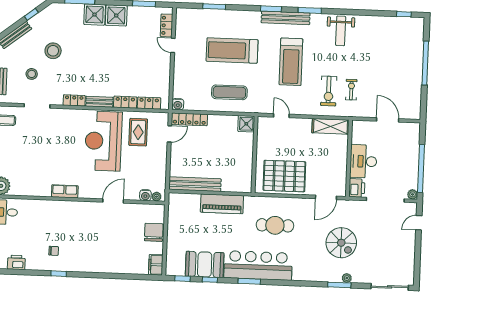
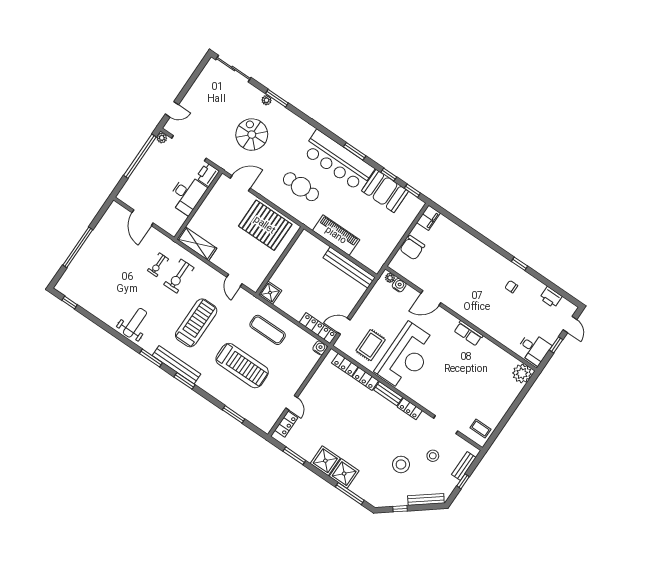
exercise bike: (329, 91) -> (179, 276), turned 180

